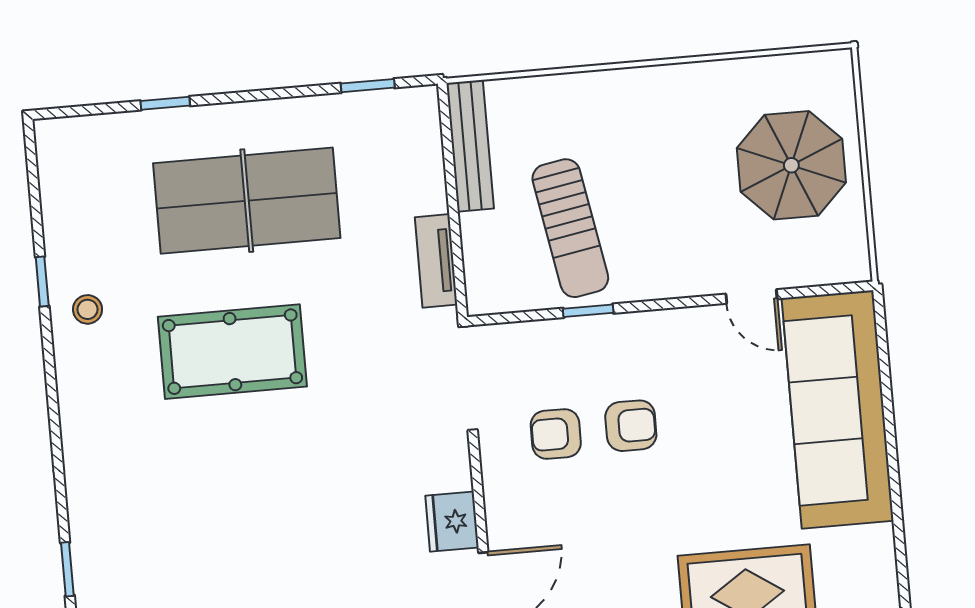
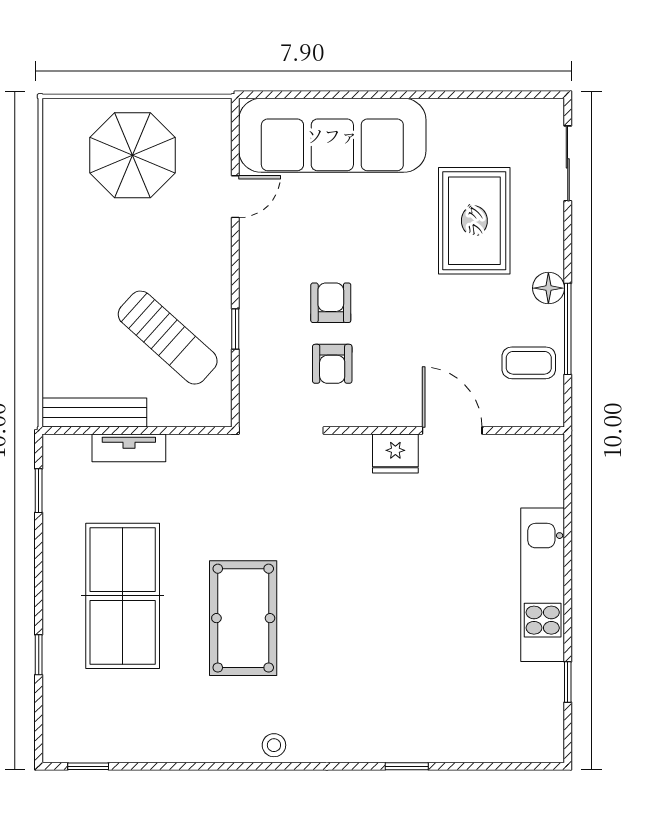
sun lounger: (570, 228) -> (168, 338), turned 52
tv unit: (436, 261) -> (129, 448), moved
window: (42, 281) -> (88, 766), moved
stool: (88, 309) -> (274, 745), moved

